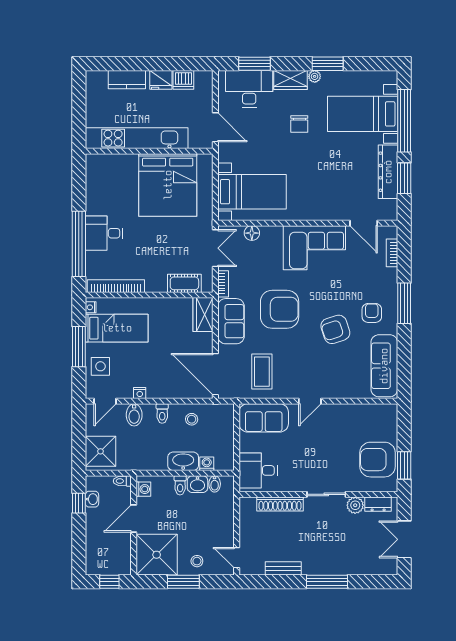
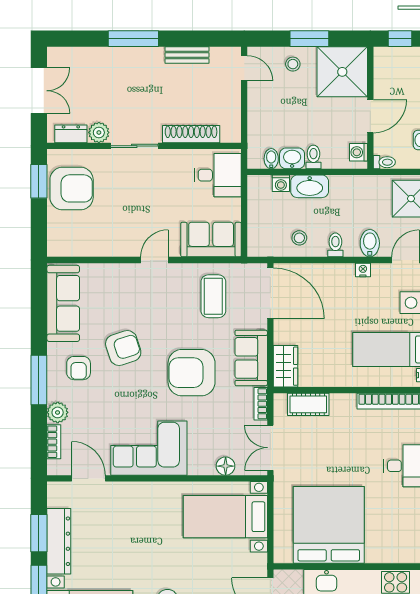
plant: (389, 277) -> (58, 412), added

